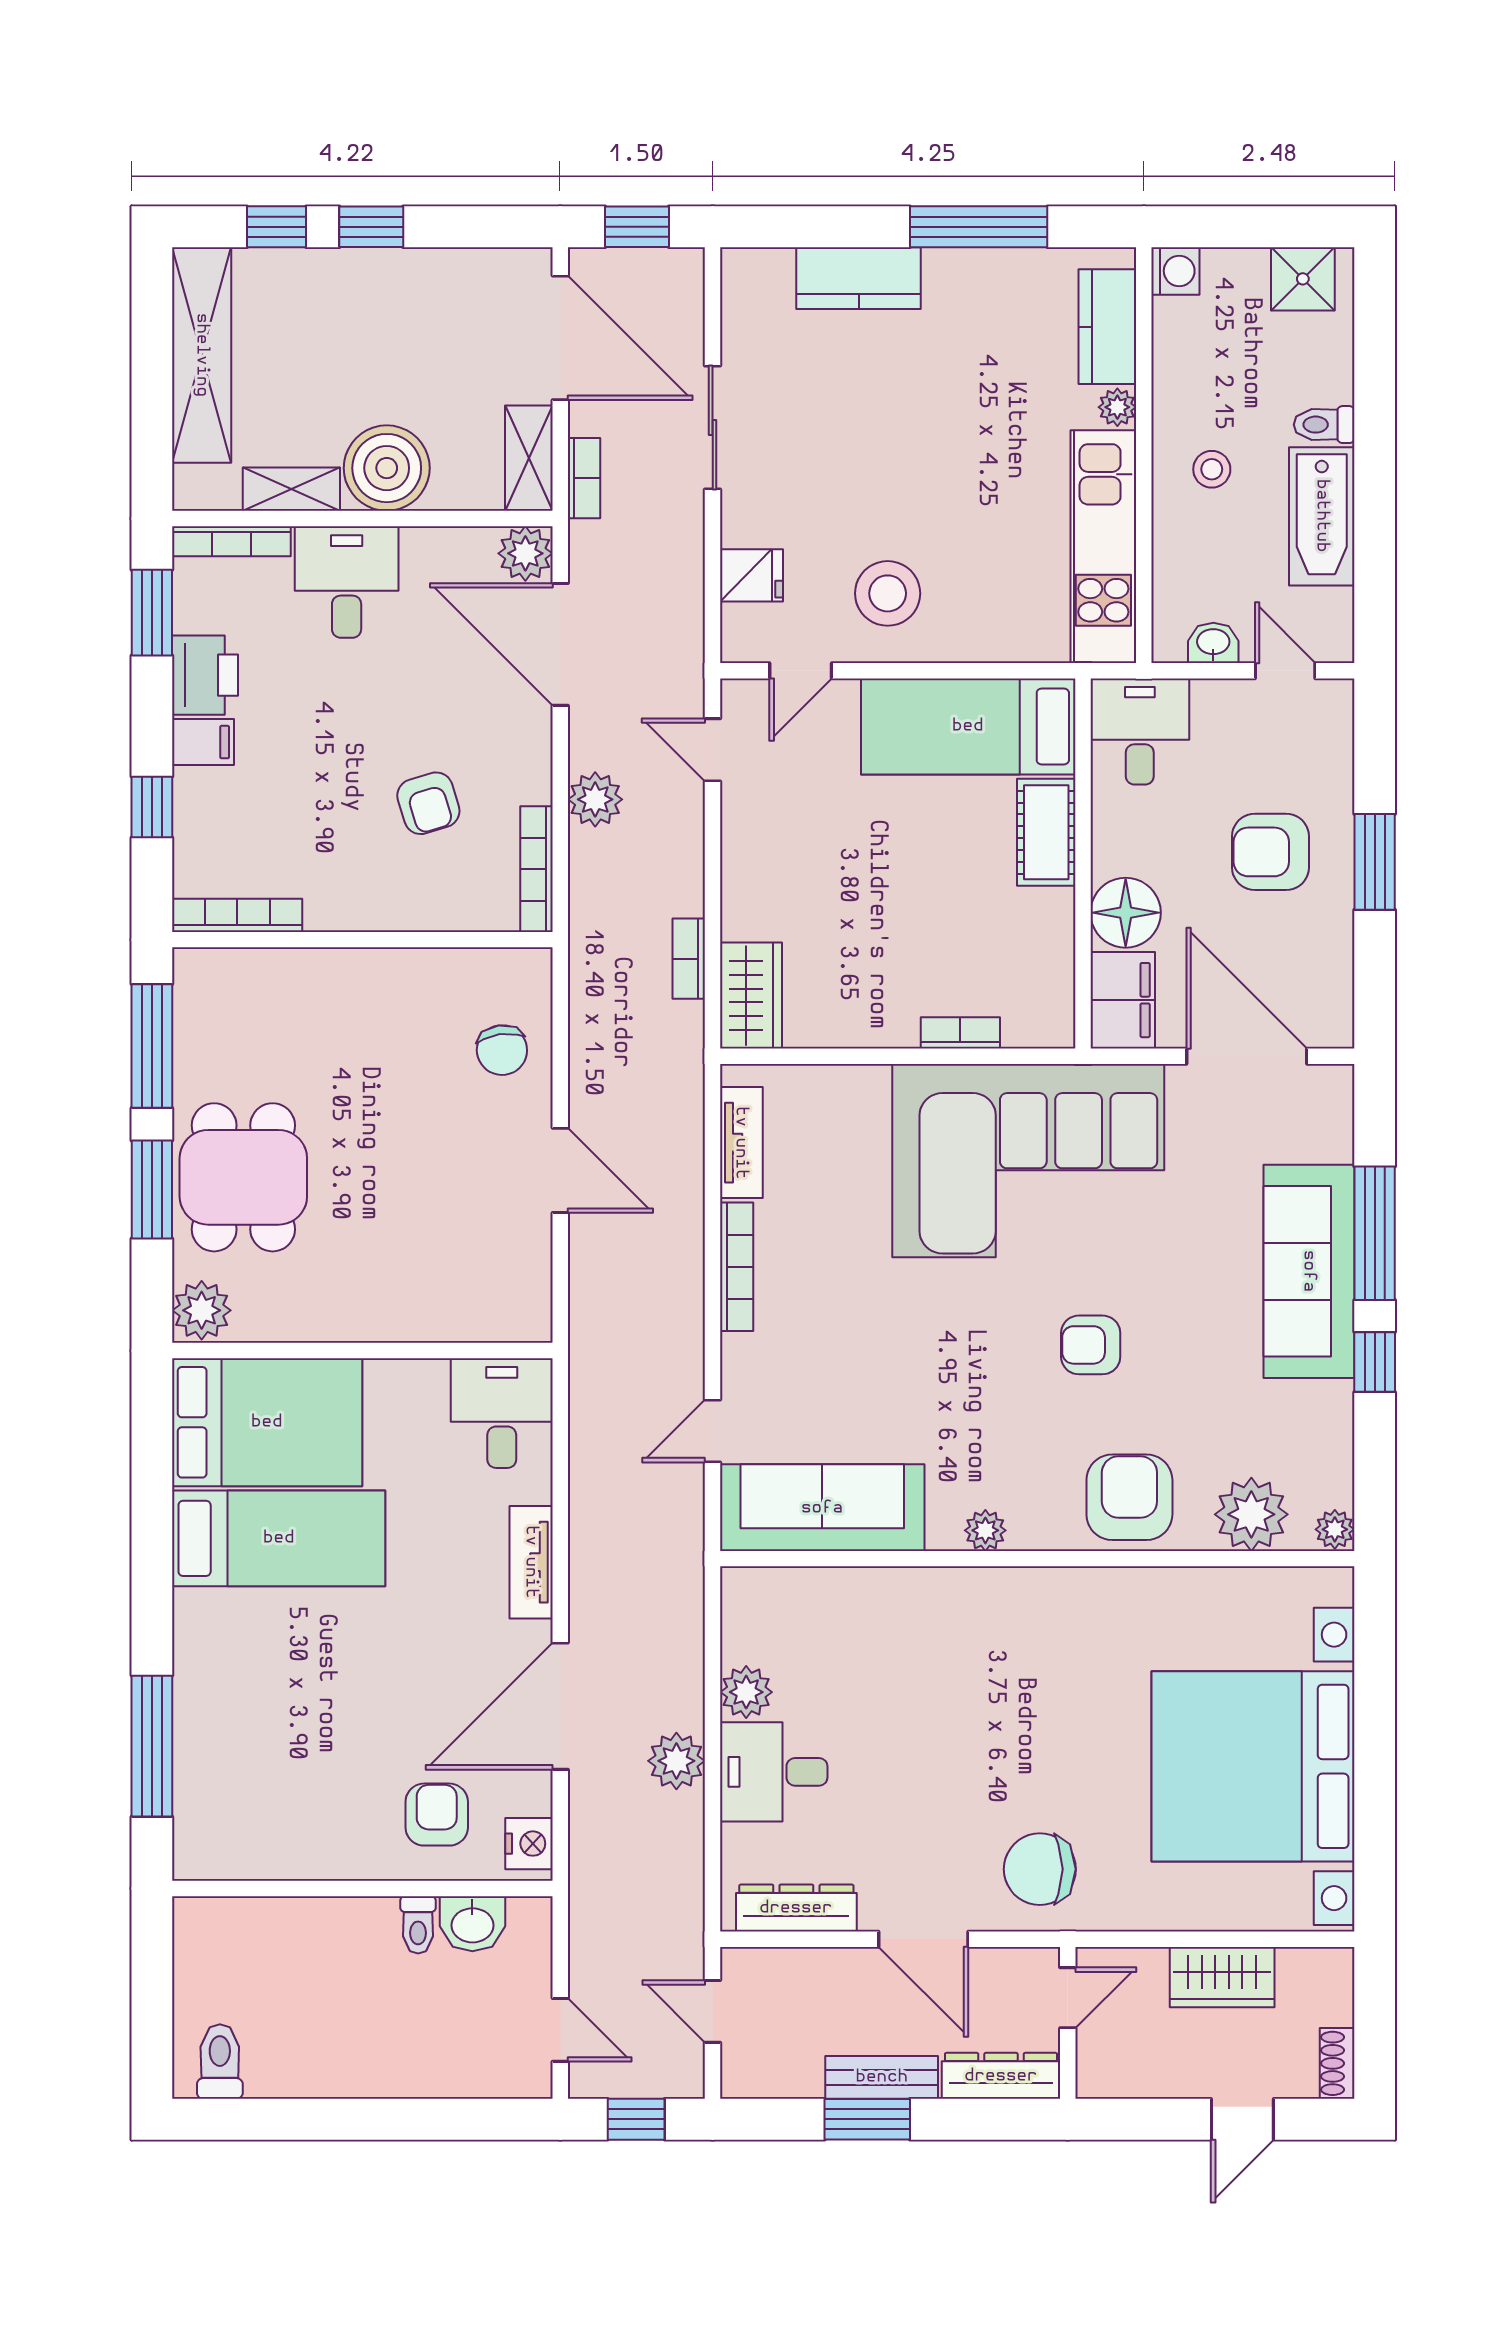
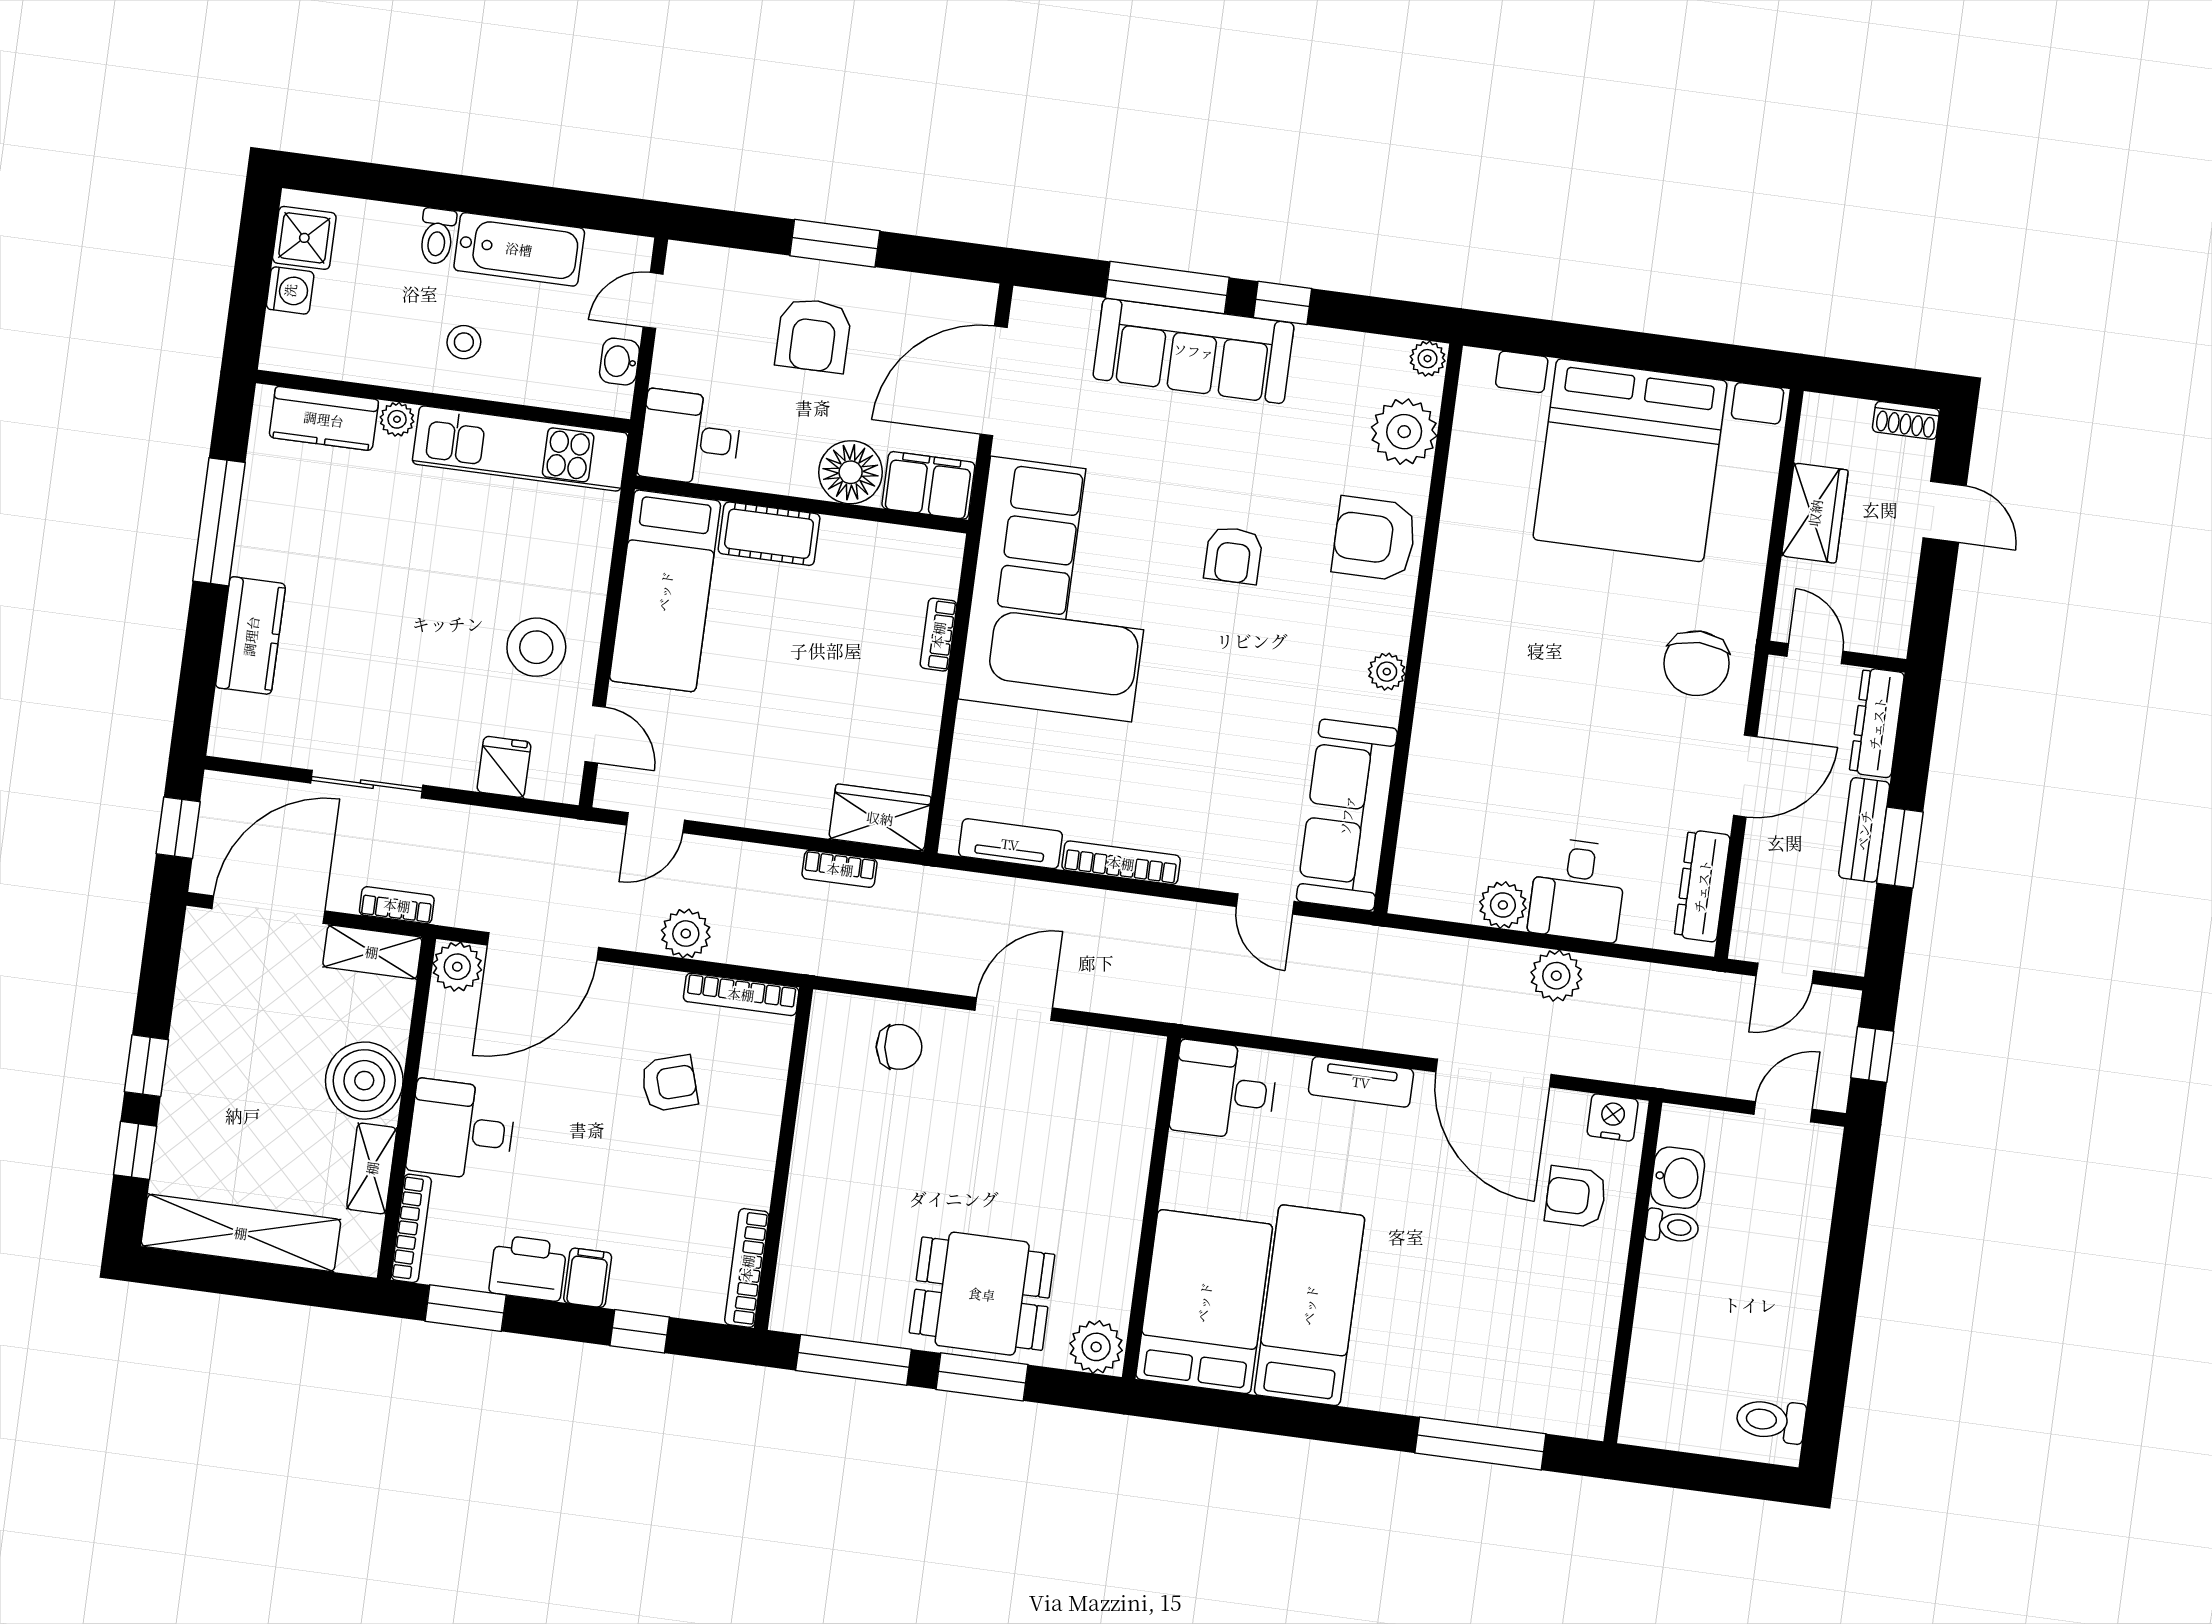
washing machine: (1175, 271) -> (290, 290), moved, turned 90

